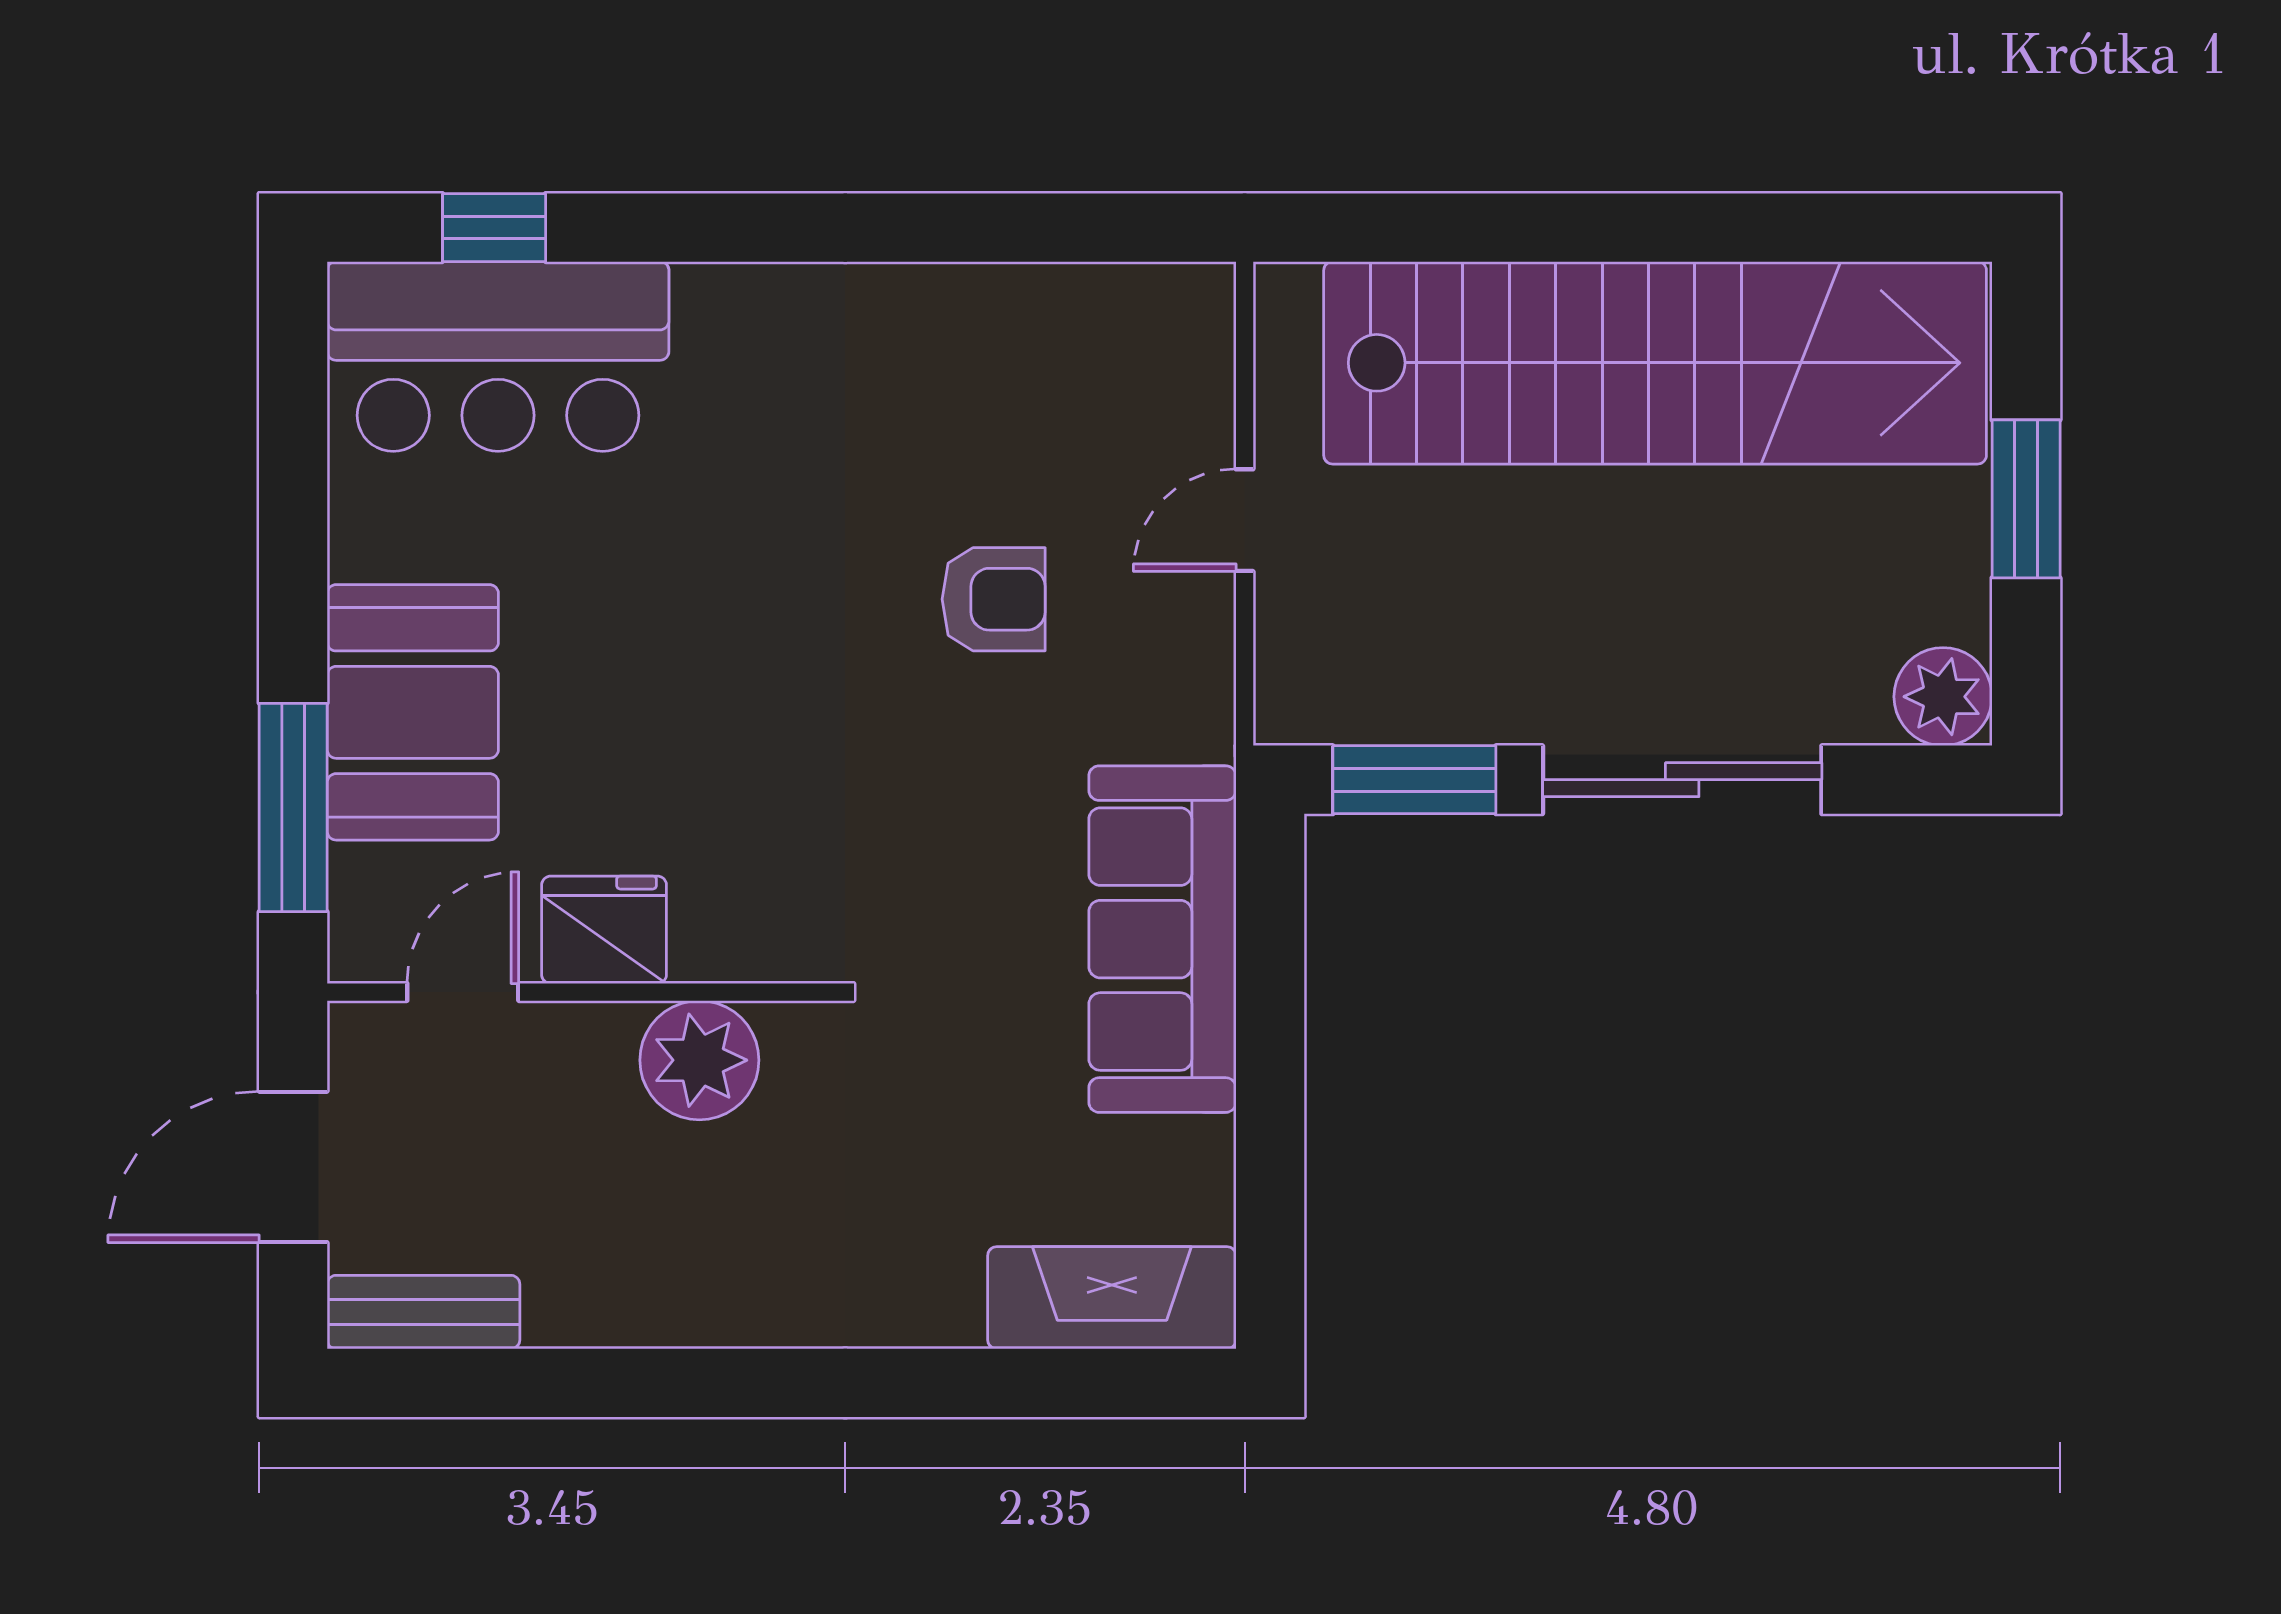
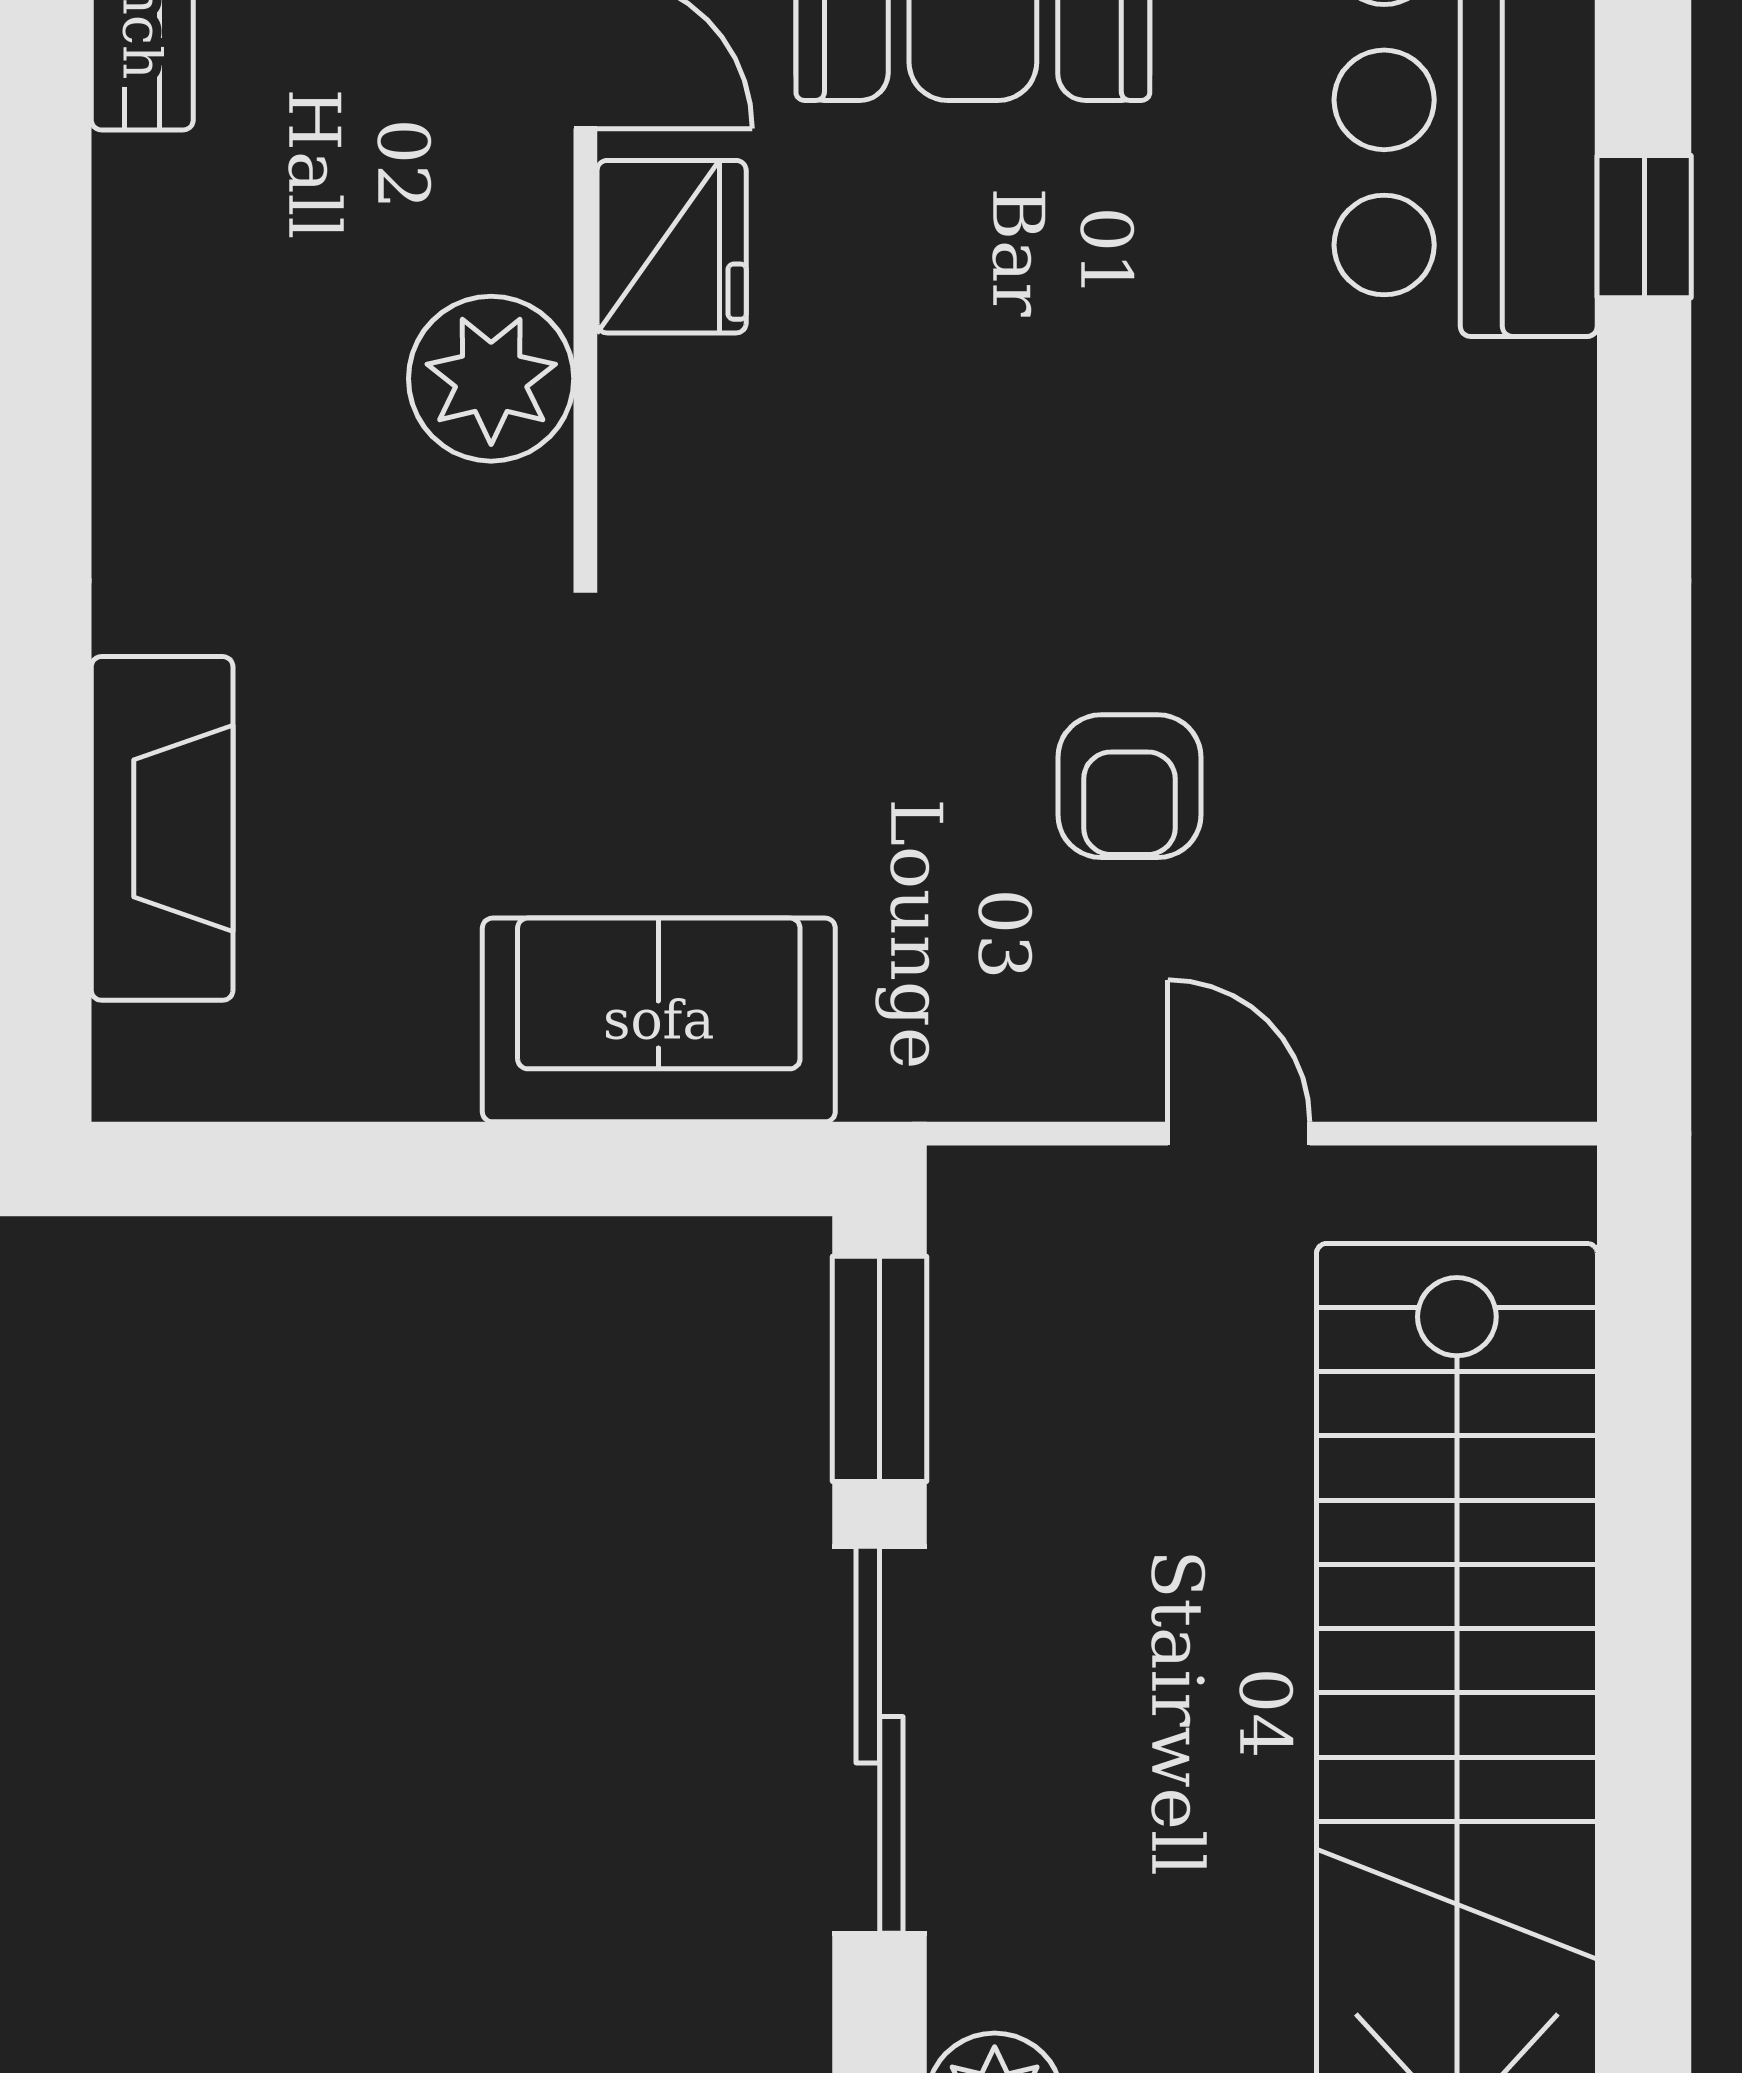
window: (494, 228) -> (1644, 227), moved
sofa: (1162, 939) -> (659, 1020), width x0.73
fireplace: (1112, 1298) -> (162, 828), moved

